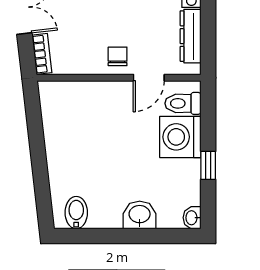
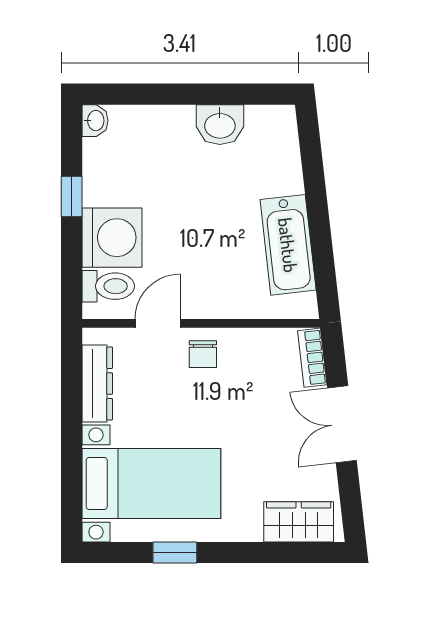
bathtub: (59, 132) -> (288, 245), added
bidet: (76, 213) -> (263, 128), removed
washbasin: (140, 215) -> (220, 125), moved

